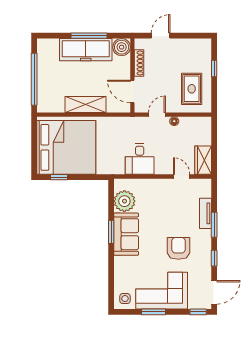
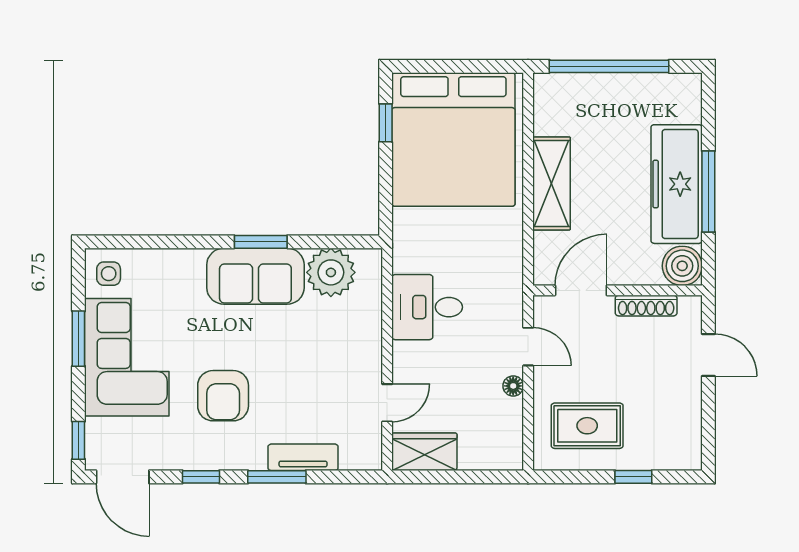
armchair: (178, 248) -> (223, 396), turned 90

